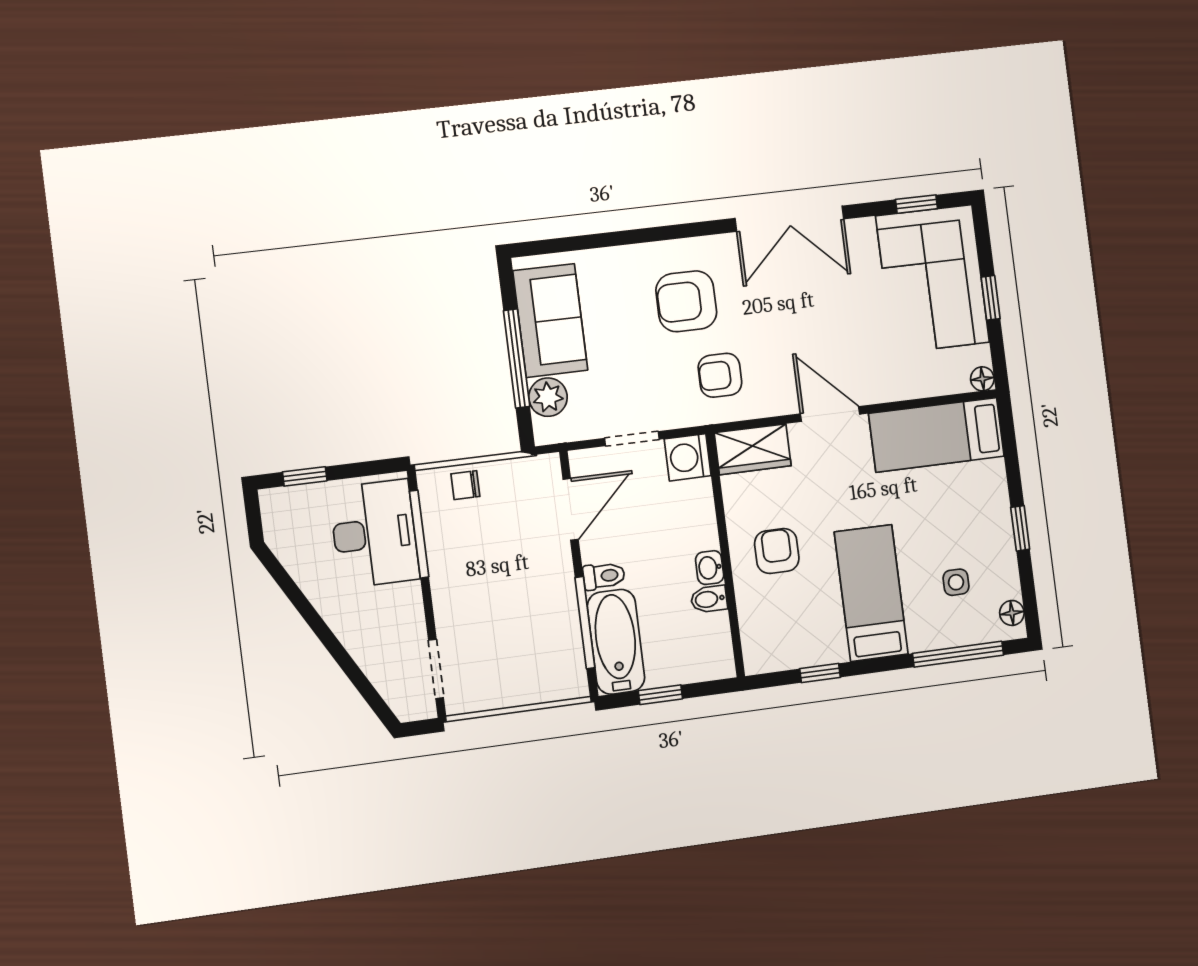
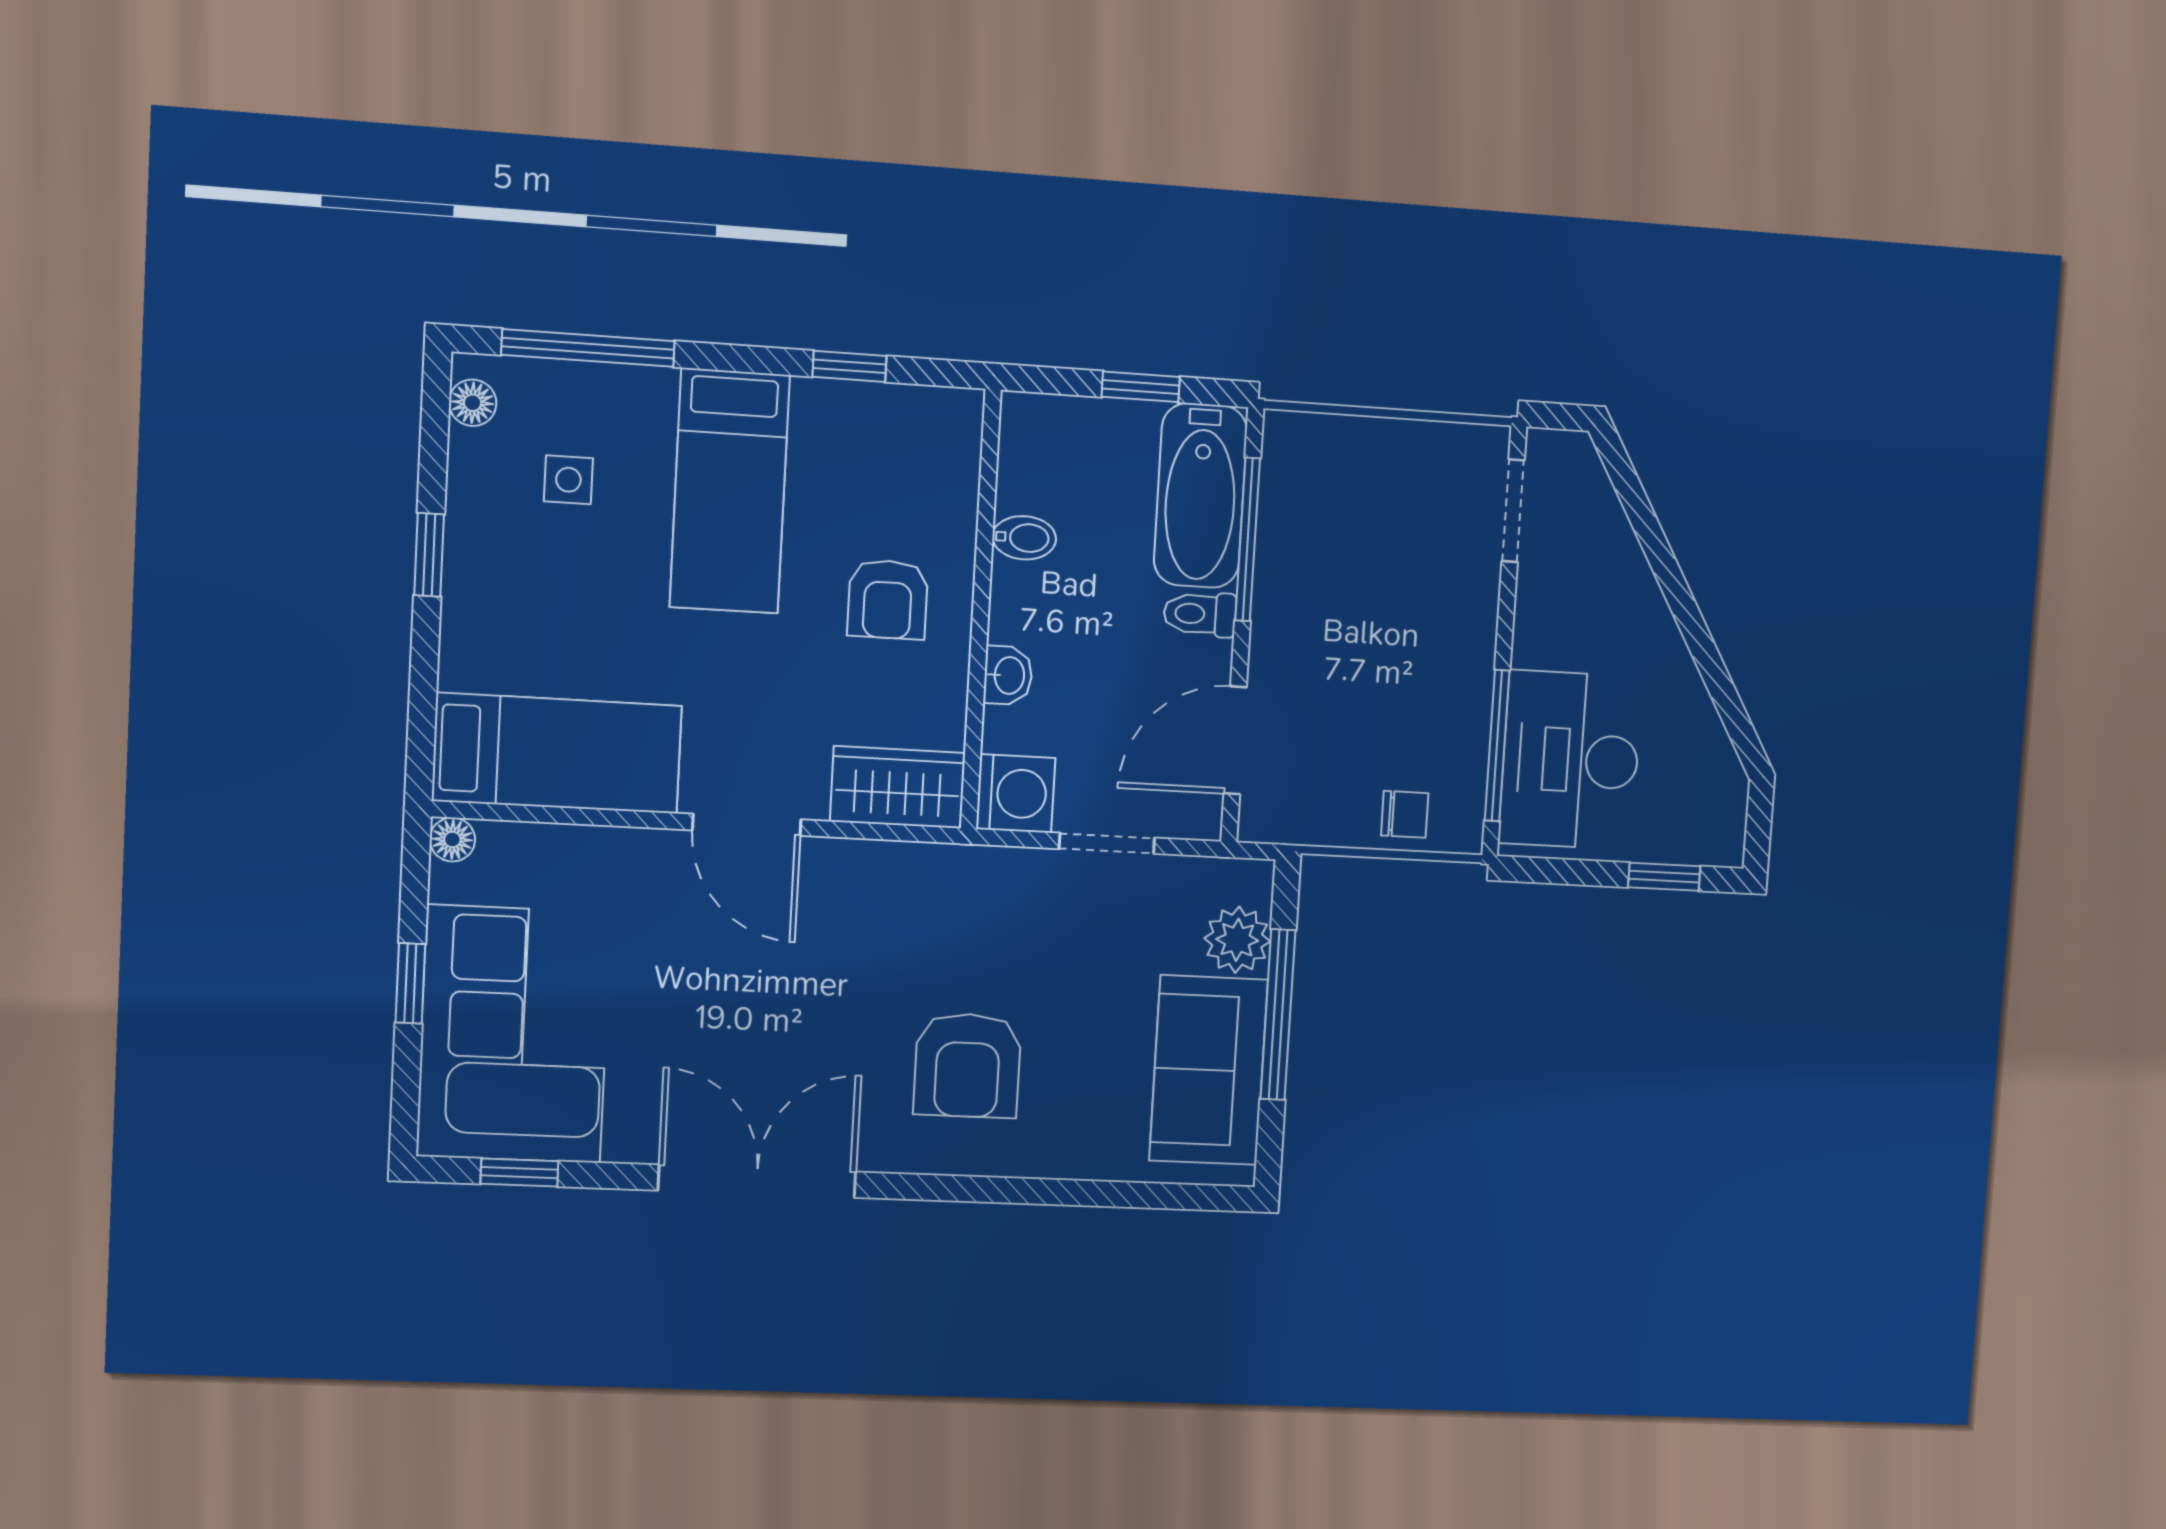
armchair: (686, 301) -> (967, 1065), turned 90
armchair: (720, 375) -> (932, 927), removed
washbasin: (710, 568) -> (1008, 675), moved

